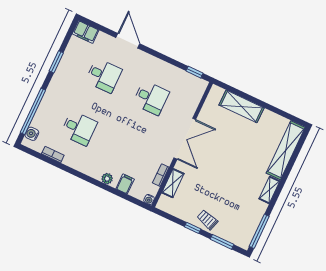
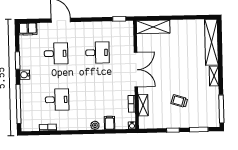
shelving: (242, 106) -> (153, 27), moved
water cooler: (32, 134) -> (25, 75), moved
trolley: (207, 220) -> (179, 101), moved

